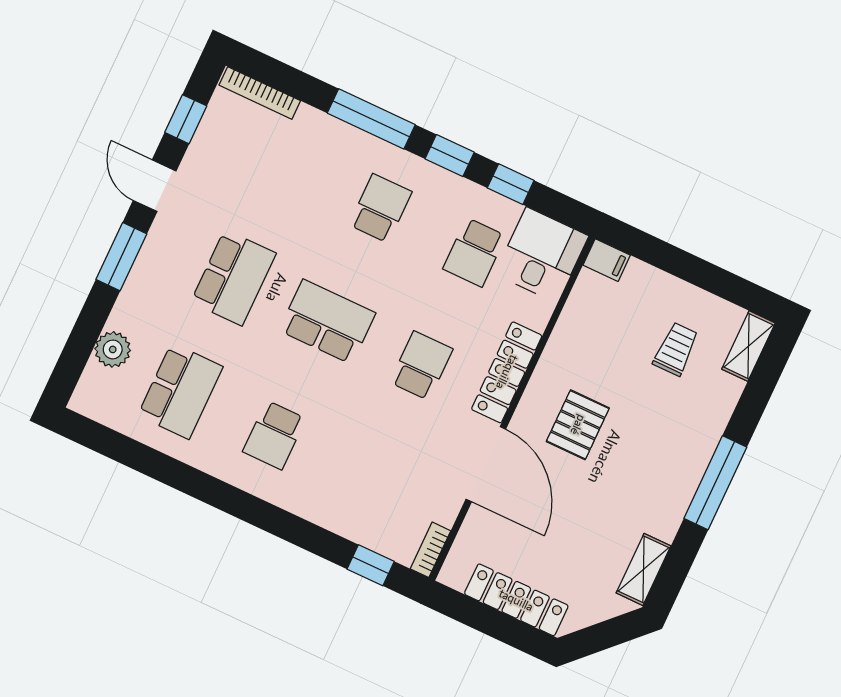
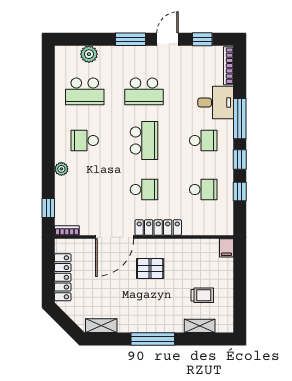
school desk: (474, 252) -> (203, 190), turned 180
desk: (542, 255) -> (216, 102), moved
shelving: (749, 346) -> (200, 326), moved
plant: (308, 505) -> (61, 169), added

